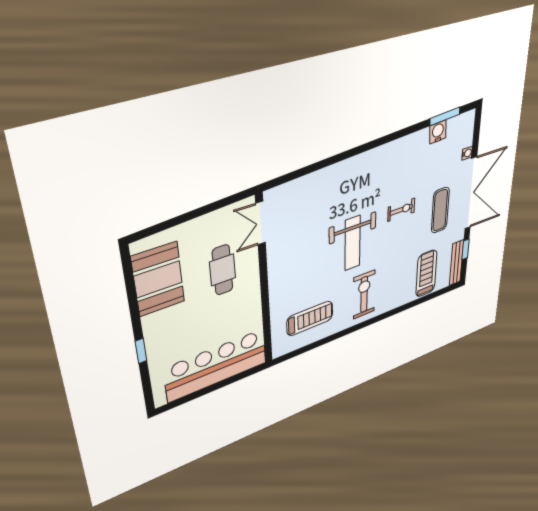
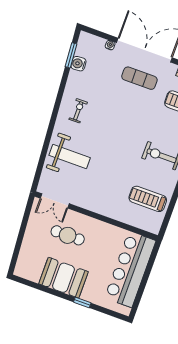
exercise bike: (401, 210) -> (78, 111), moved
weight bench: (353, 243) -> (70, 156), moved
booth: (158, 279) -> (63, 278), moved
treadmill: (310, 318) -> (148, 199), turned -90

